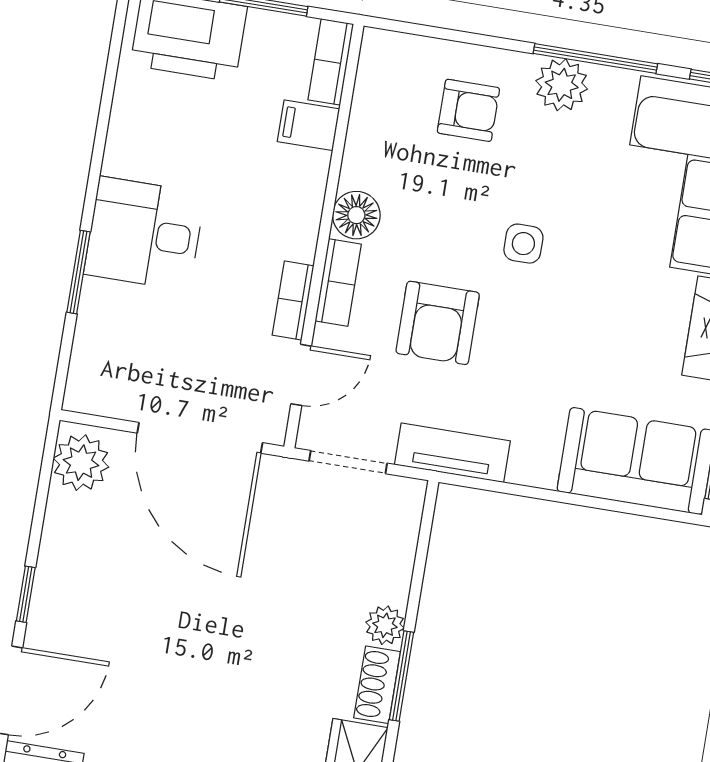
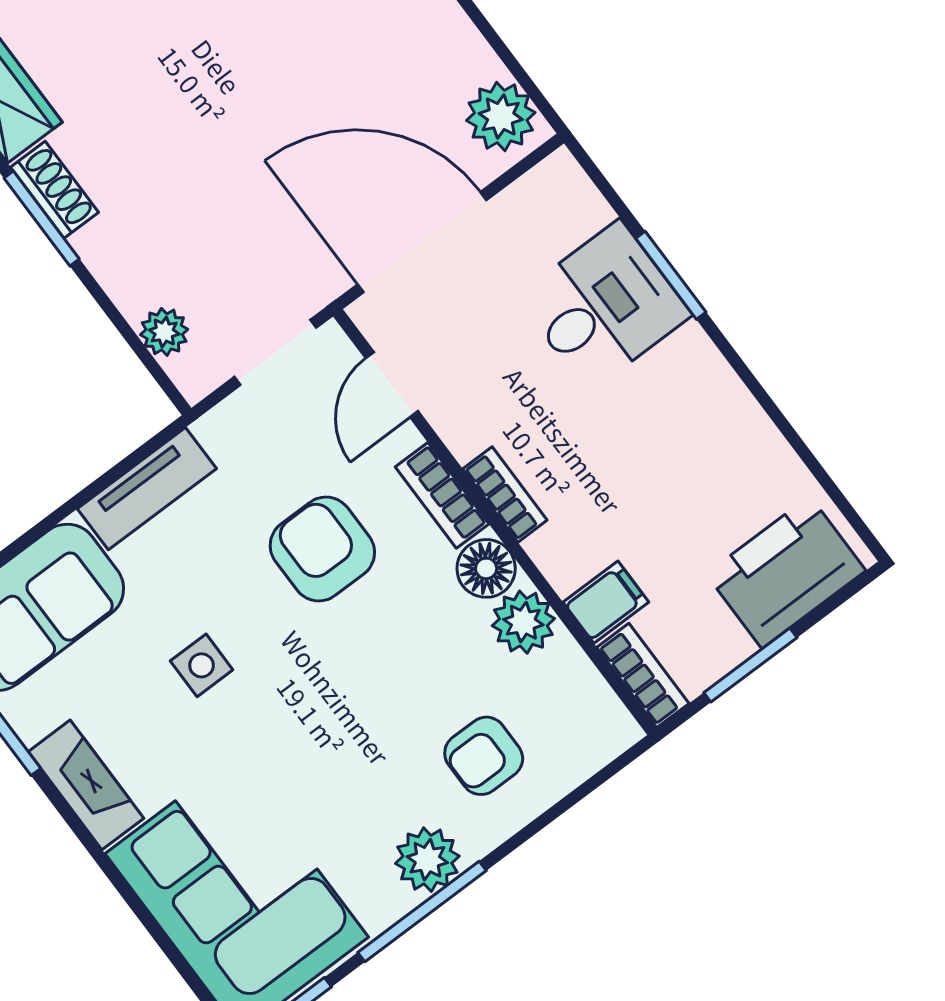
plant: (367, 163) -> (523, 622), added
desk: (144, 234) -> (604, 306), moved
side table: (523, 244) -> (202, 665), moved
bookcase: (293, 301) -> (505, 495), moved
tv unit: (452, 453) -> (147, 489), moved
plant: (385, 625) -> (164, 332), moved

